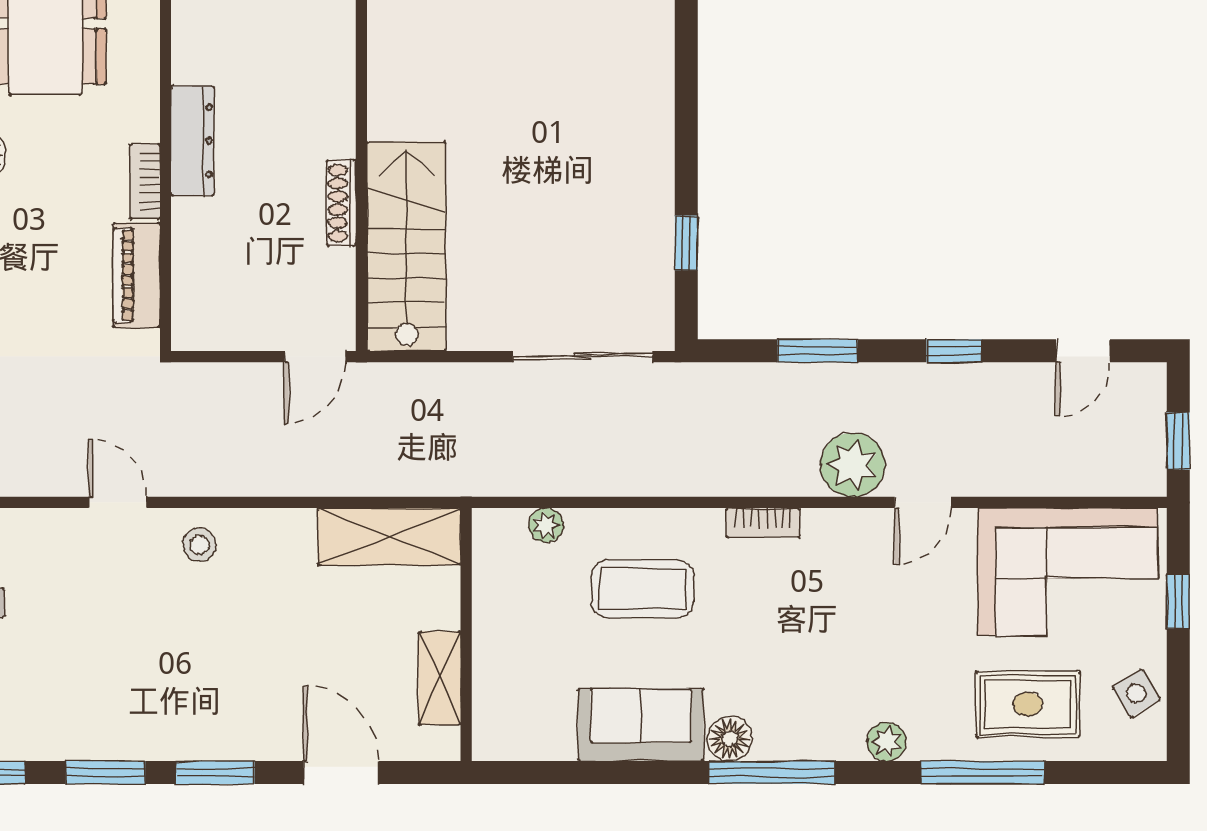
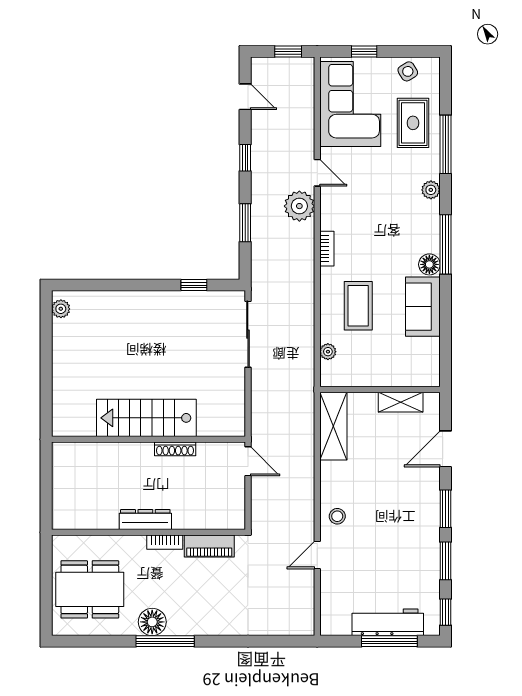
stairs: (406, 246) -> (146, 418), moved

